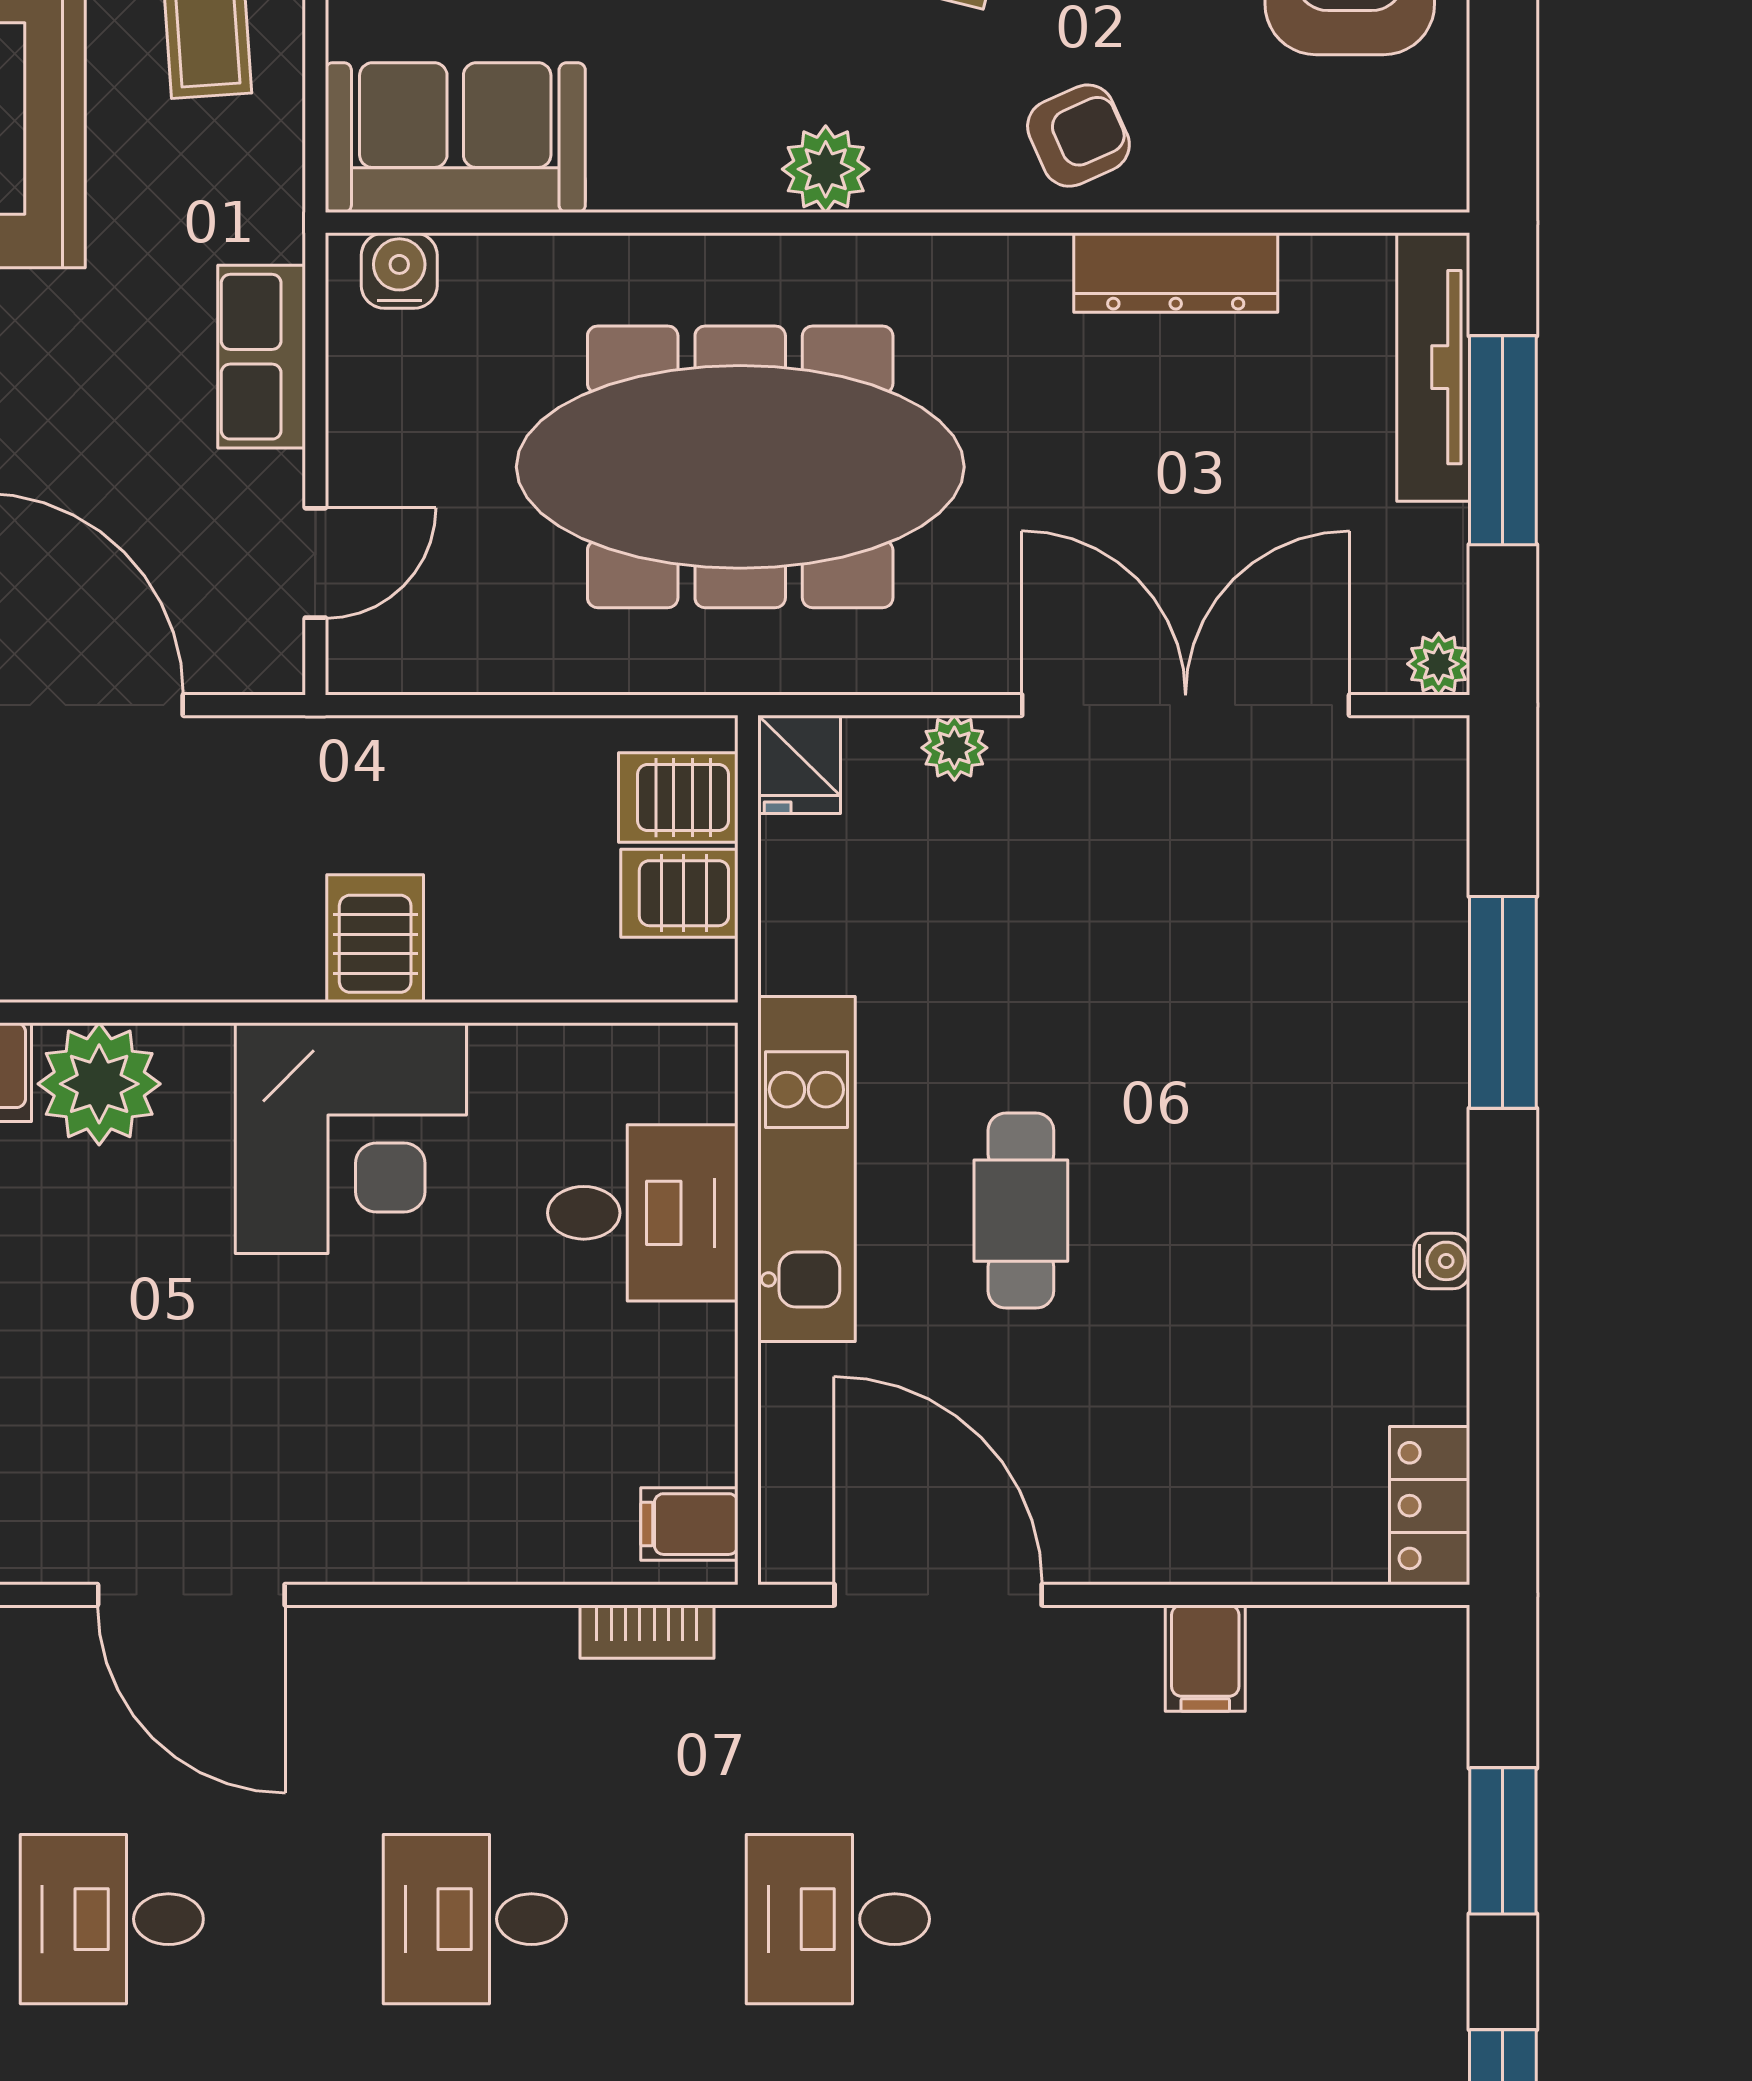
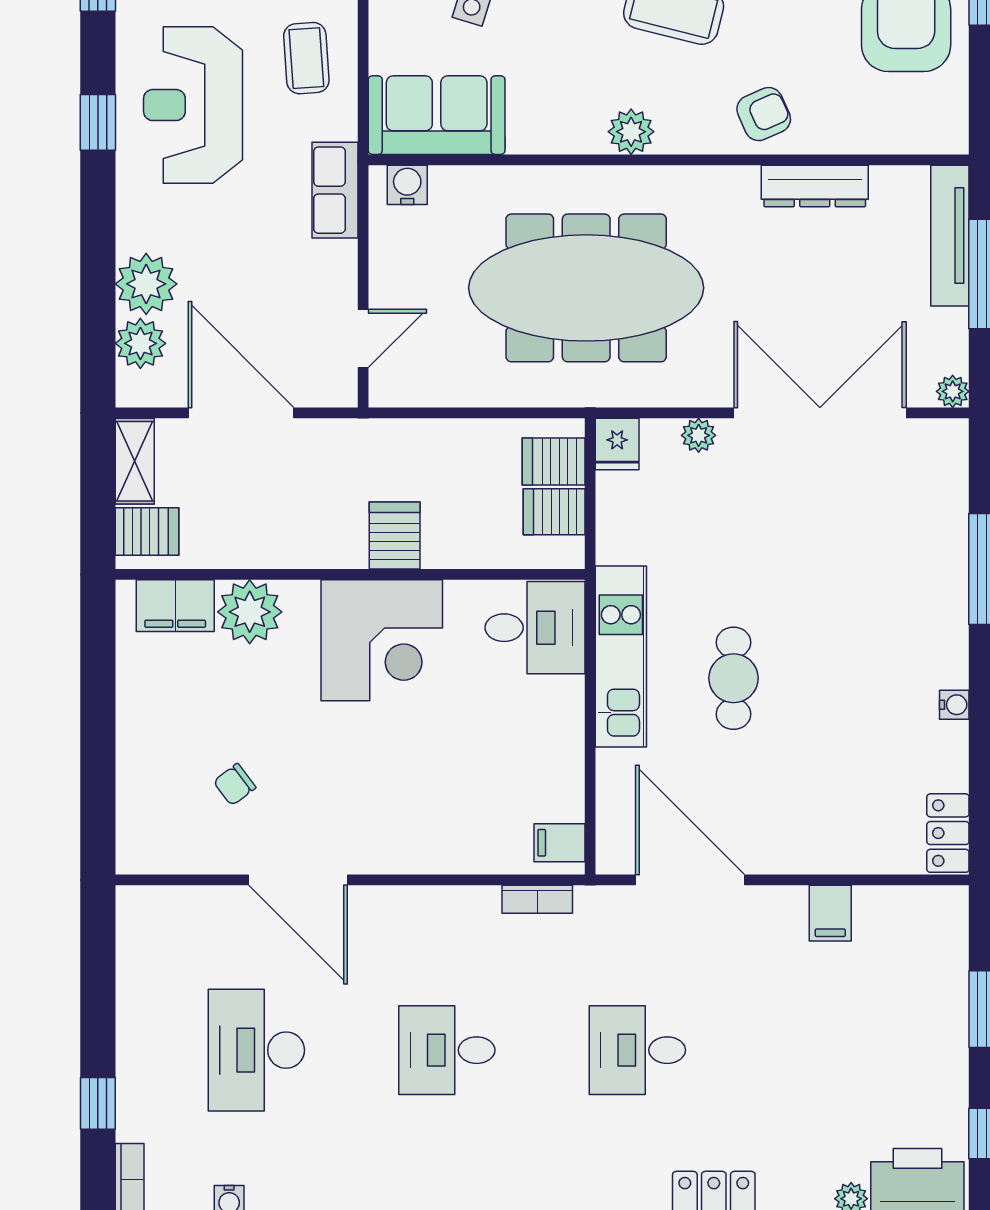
row of seats: (262, 357) -> (335, 190), moved
desk: (643, 1213) -> (535, 628), moved
chair: (70, 1413) -> (235, 784), added
desk: (112, 1919) -> (256, 1050), width x1.37

